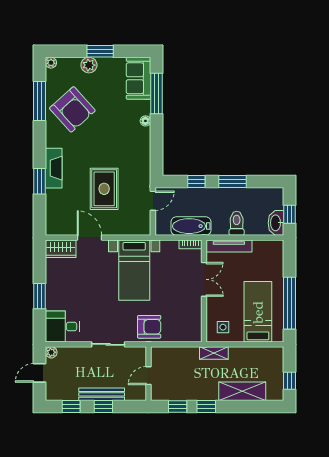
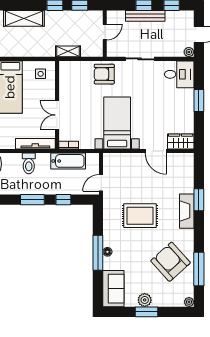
plant: (89, 65) -> (145, 300), moved
window: (157, 94) -> (98, 253), moved
rug: (104, 189) -> (140, 216), moved, turned 90
shelving: (214, 353) -> (68, 51), moved

